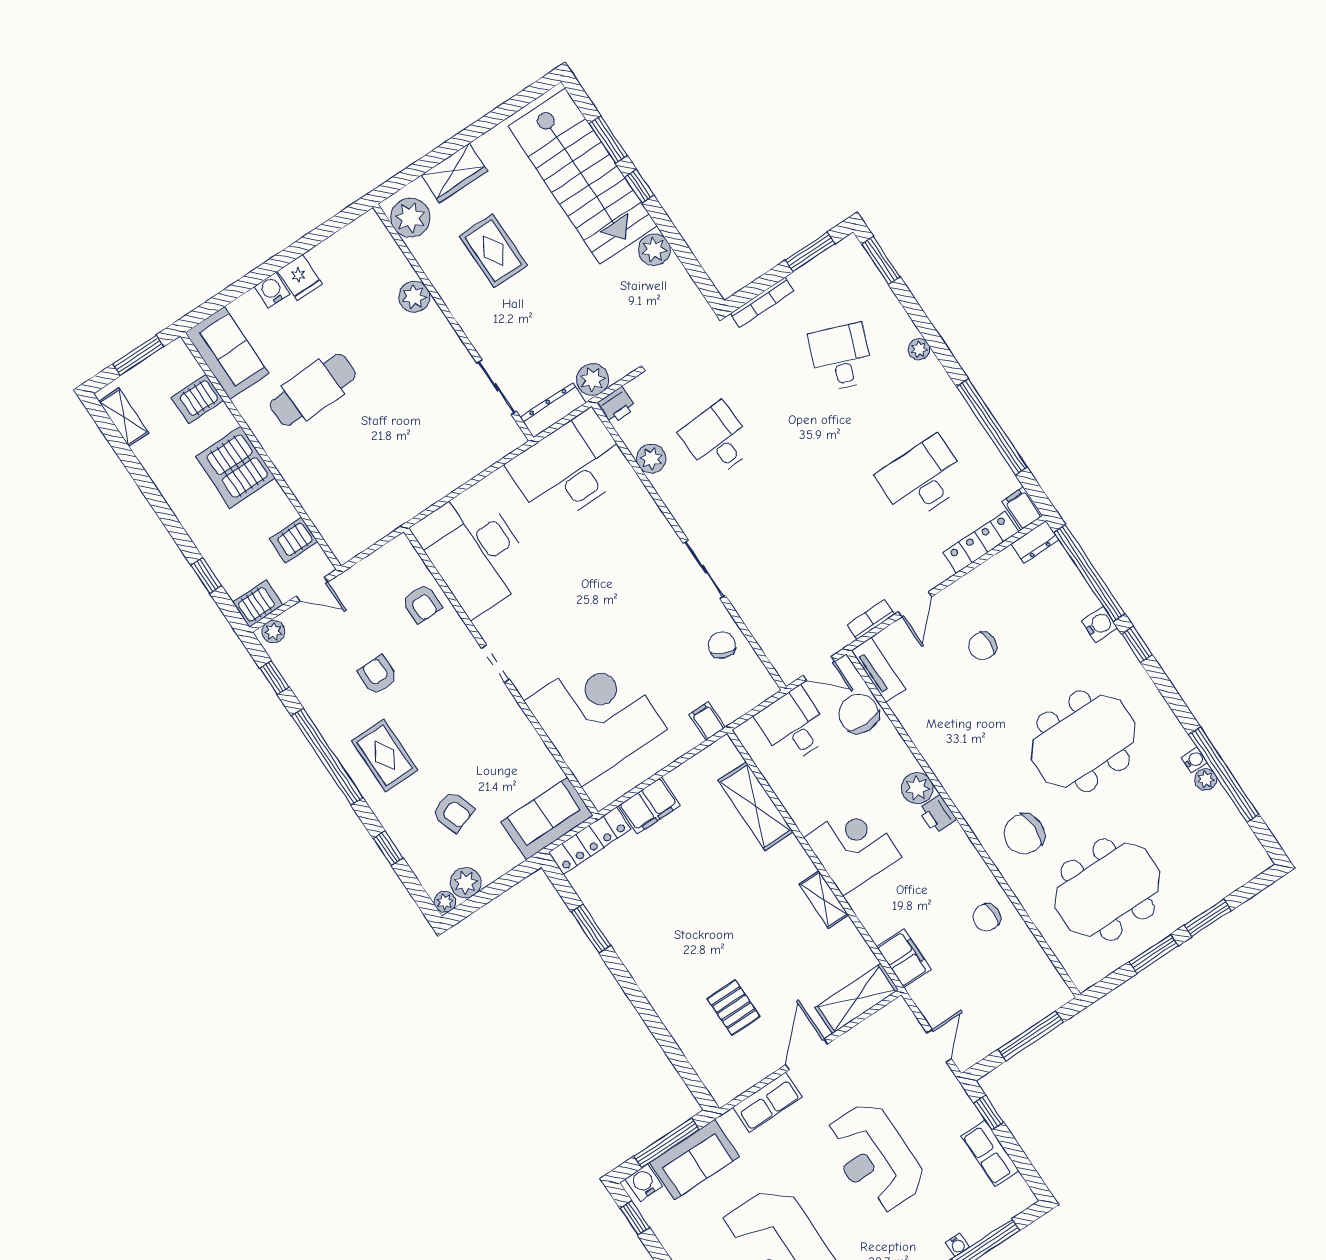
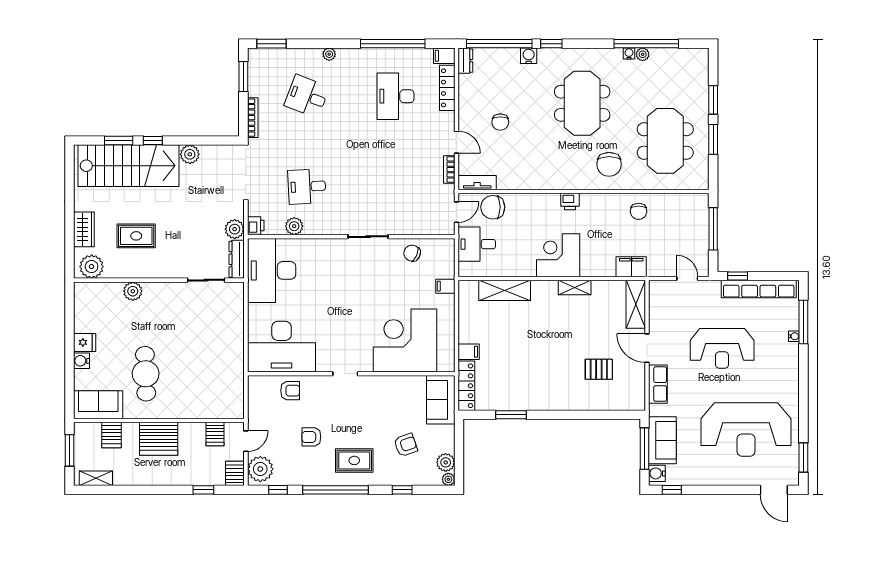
plant: (273, 632) -> (260, 469), width x1.87, depth x1.87
plant: (917, 788) -> (550, 203), removed
filing cabinet: (649, 806) -> (469, 352), width x0.50
row of seats: (990, 1153) -> (759, 289), width x2.02

